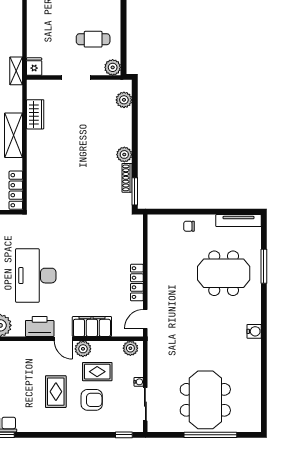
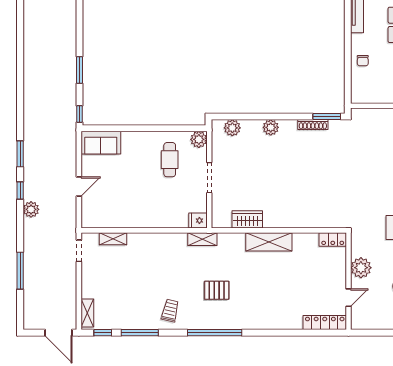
plant: (124, 154) -> (271, 127), moved
locker: (16, 190) -> (333, 239), width x0.66

